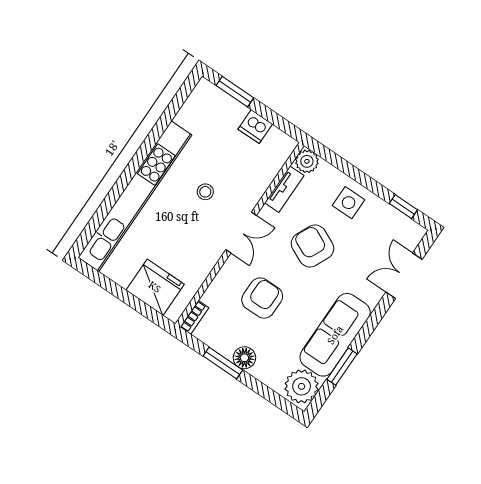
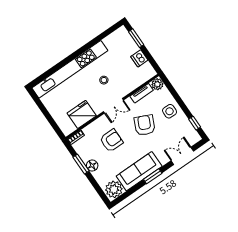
fridge: (155, 287) -> (82, 114), moved, turned -90
window: (342, 367) -> (153, 176), moved

